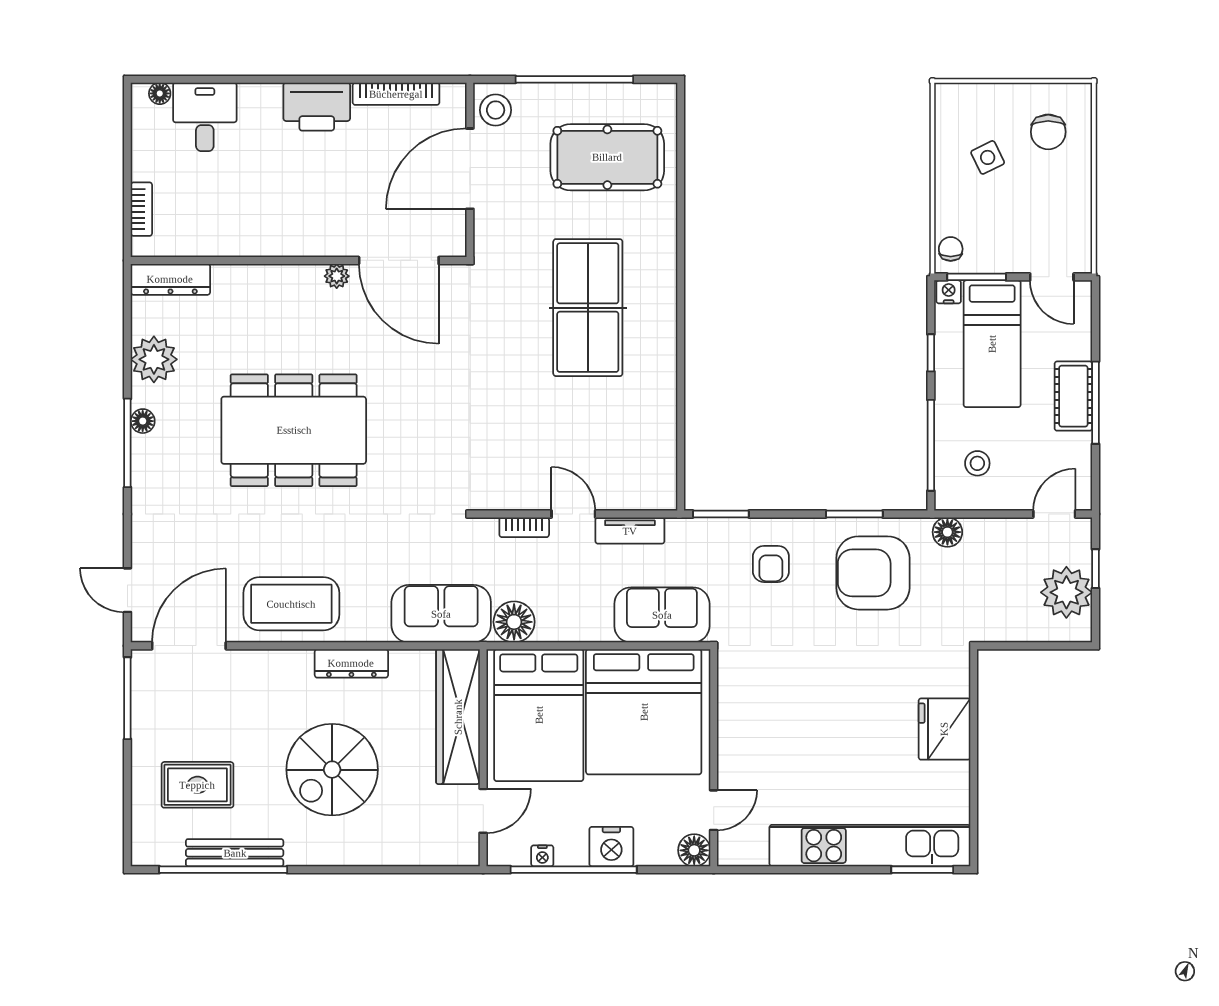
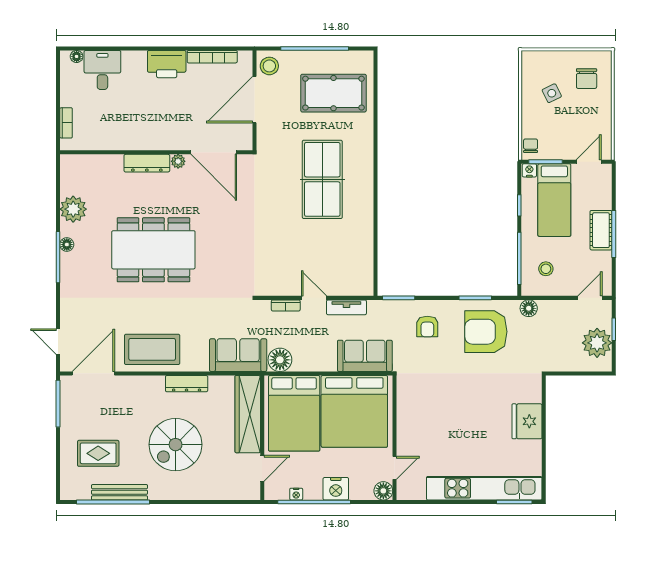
door: (1052, 277) -> (589, 162), swing flipped
dresser: (170, 279) -> (147, 163), moved

